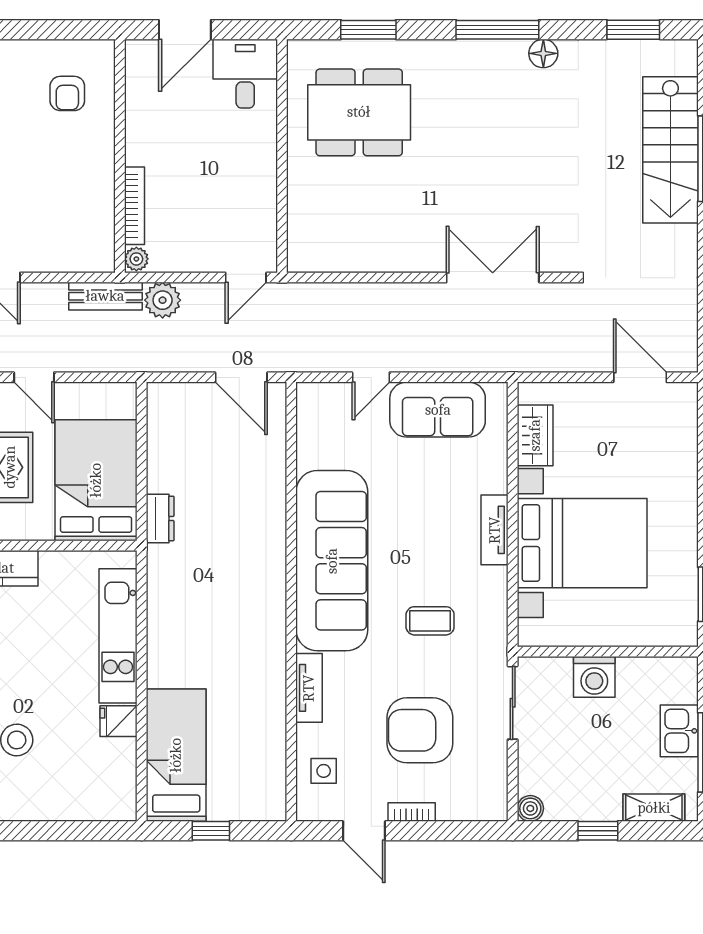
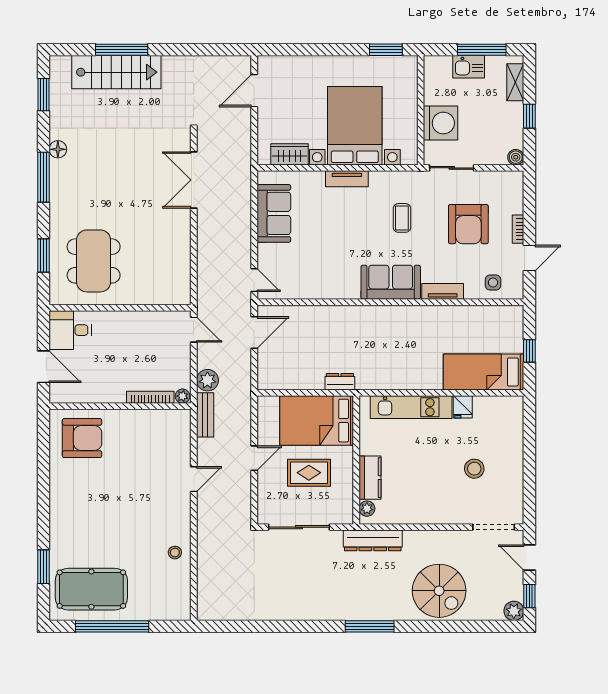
armchair: (67, 93) -> (82, 438), width x1.88, depth x1.88
door: (371, 377) -> (254, 280), moved
sofa: (332, 561) -> (391, 282), width x0.54, depth x0.79
washing machine: (594, 677) -> (441, 123), width x1.37, depth x1.37

